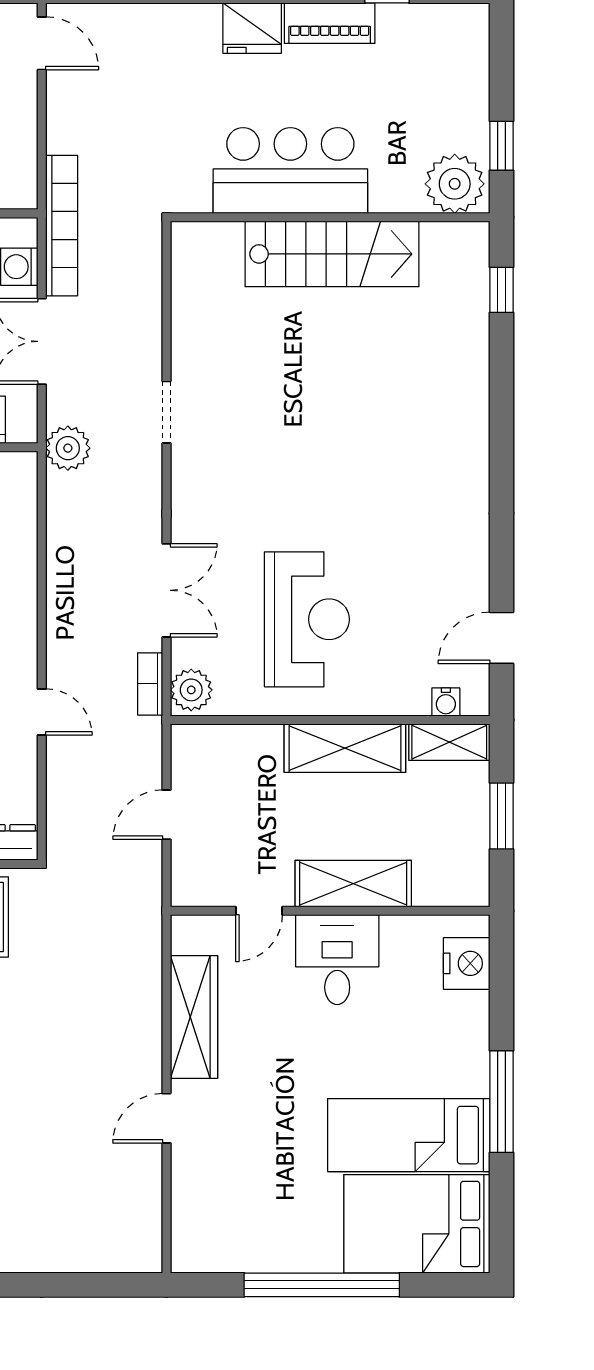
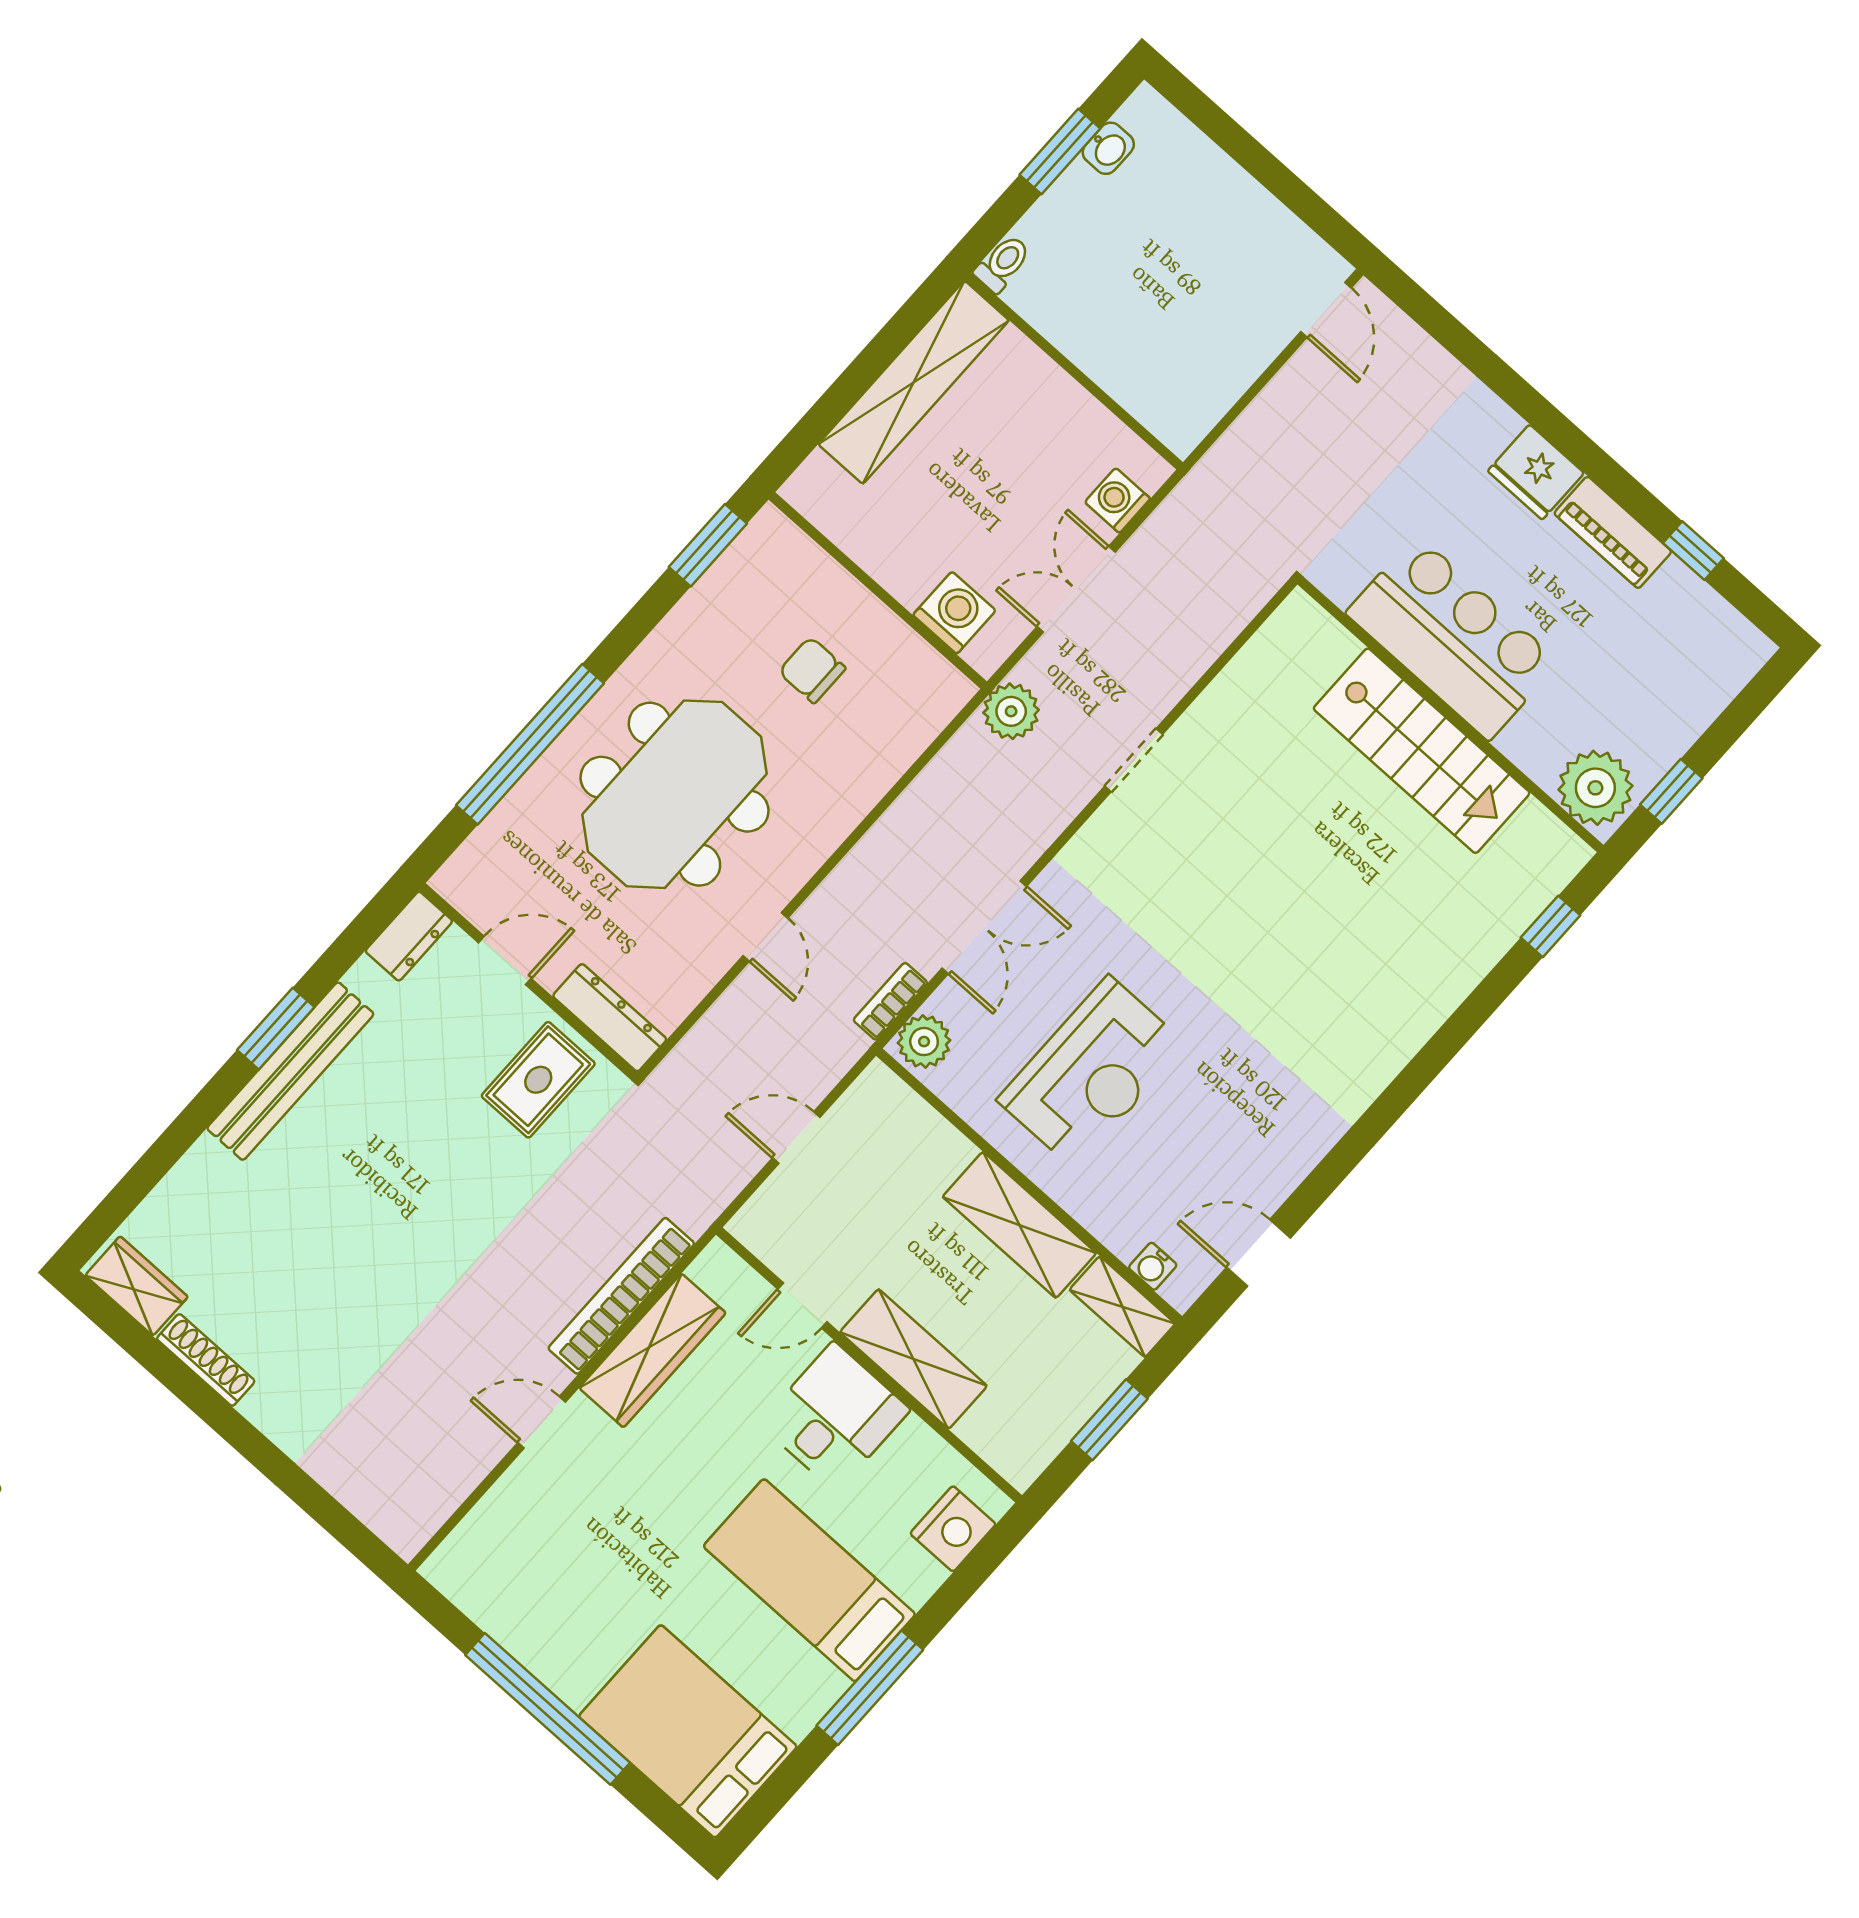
bookcase: (62, 226) -> (621, 1296), moved, turned 180
bed: (409, 1135) -> (809, 1580), moved

